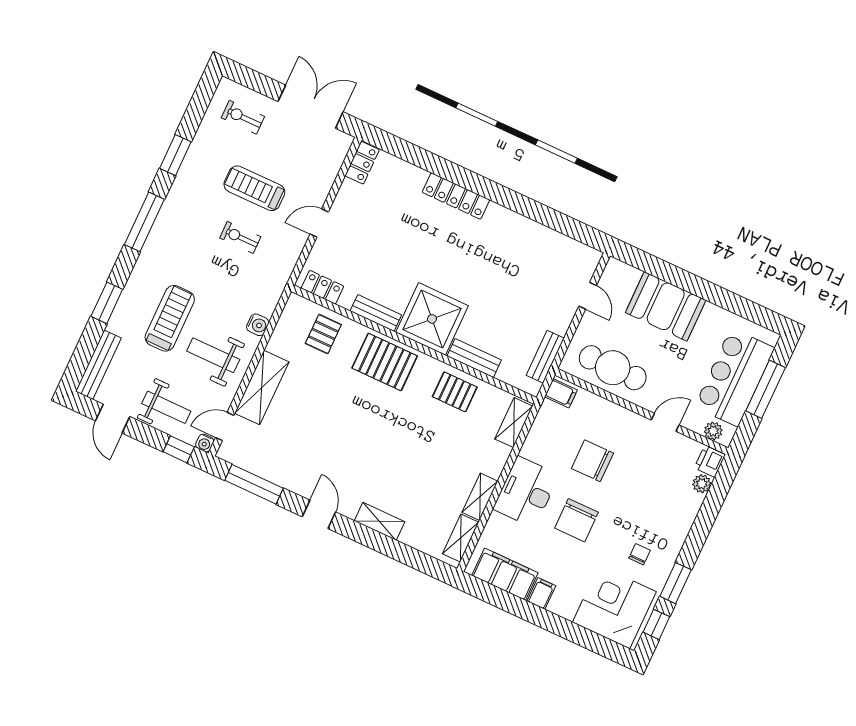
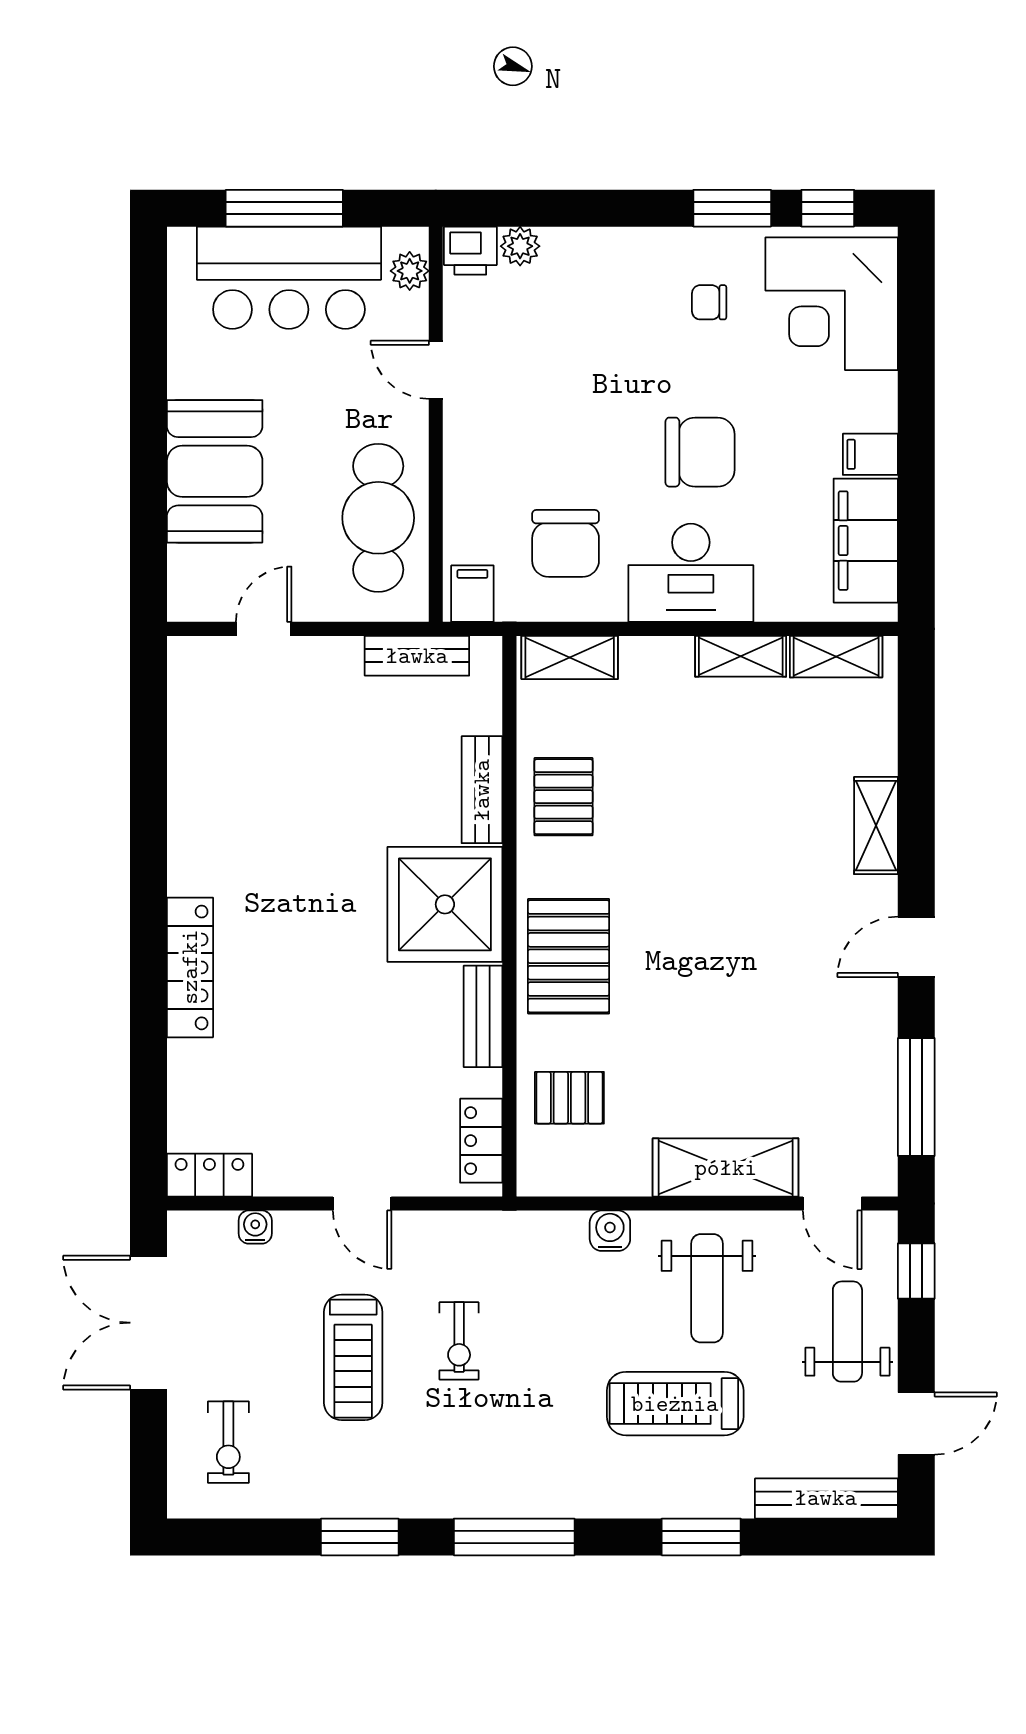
water cooler: (205, 443) -> (255, 1227), moved, turned -90
chair: (592, 461) -> (566, 543), moved

